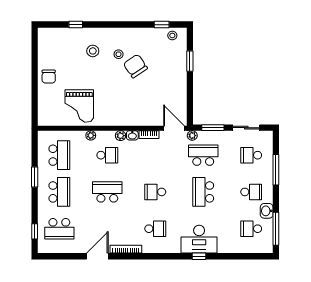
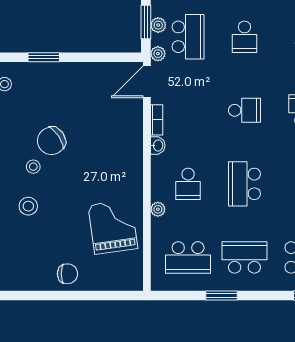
grand piano: (79, 106) -> (113, 227), turned -98
plant: (121, 136) -> (158, 25), moved
school desk: (59, 155) -> (188, 257), turned 180
school desk: (107, 155) -> (188, 184), turned 180
school desk: (203, 155) -> (188, 37), turned 180
school desk: (155, 192) -> (244, 110), turned -90
school desk: (203, 192) -> (244, 37), width x0.54

